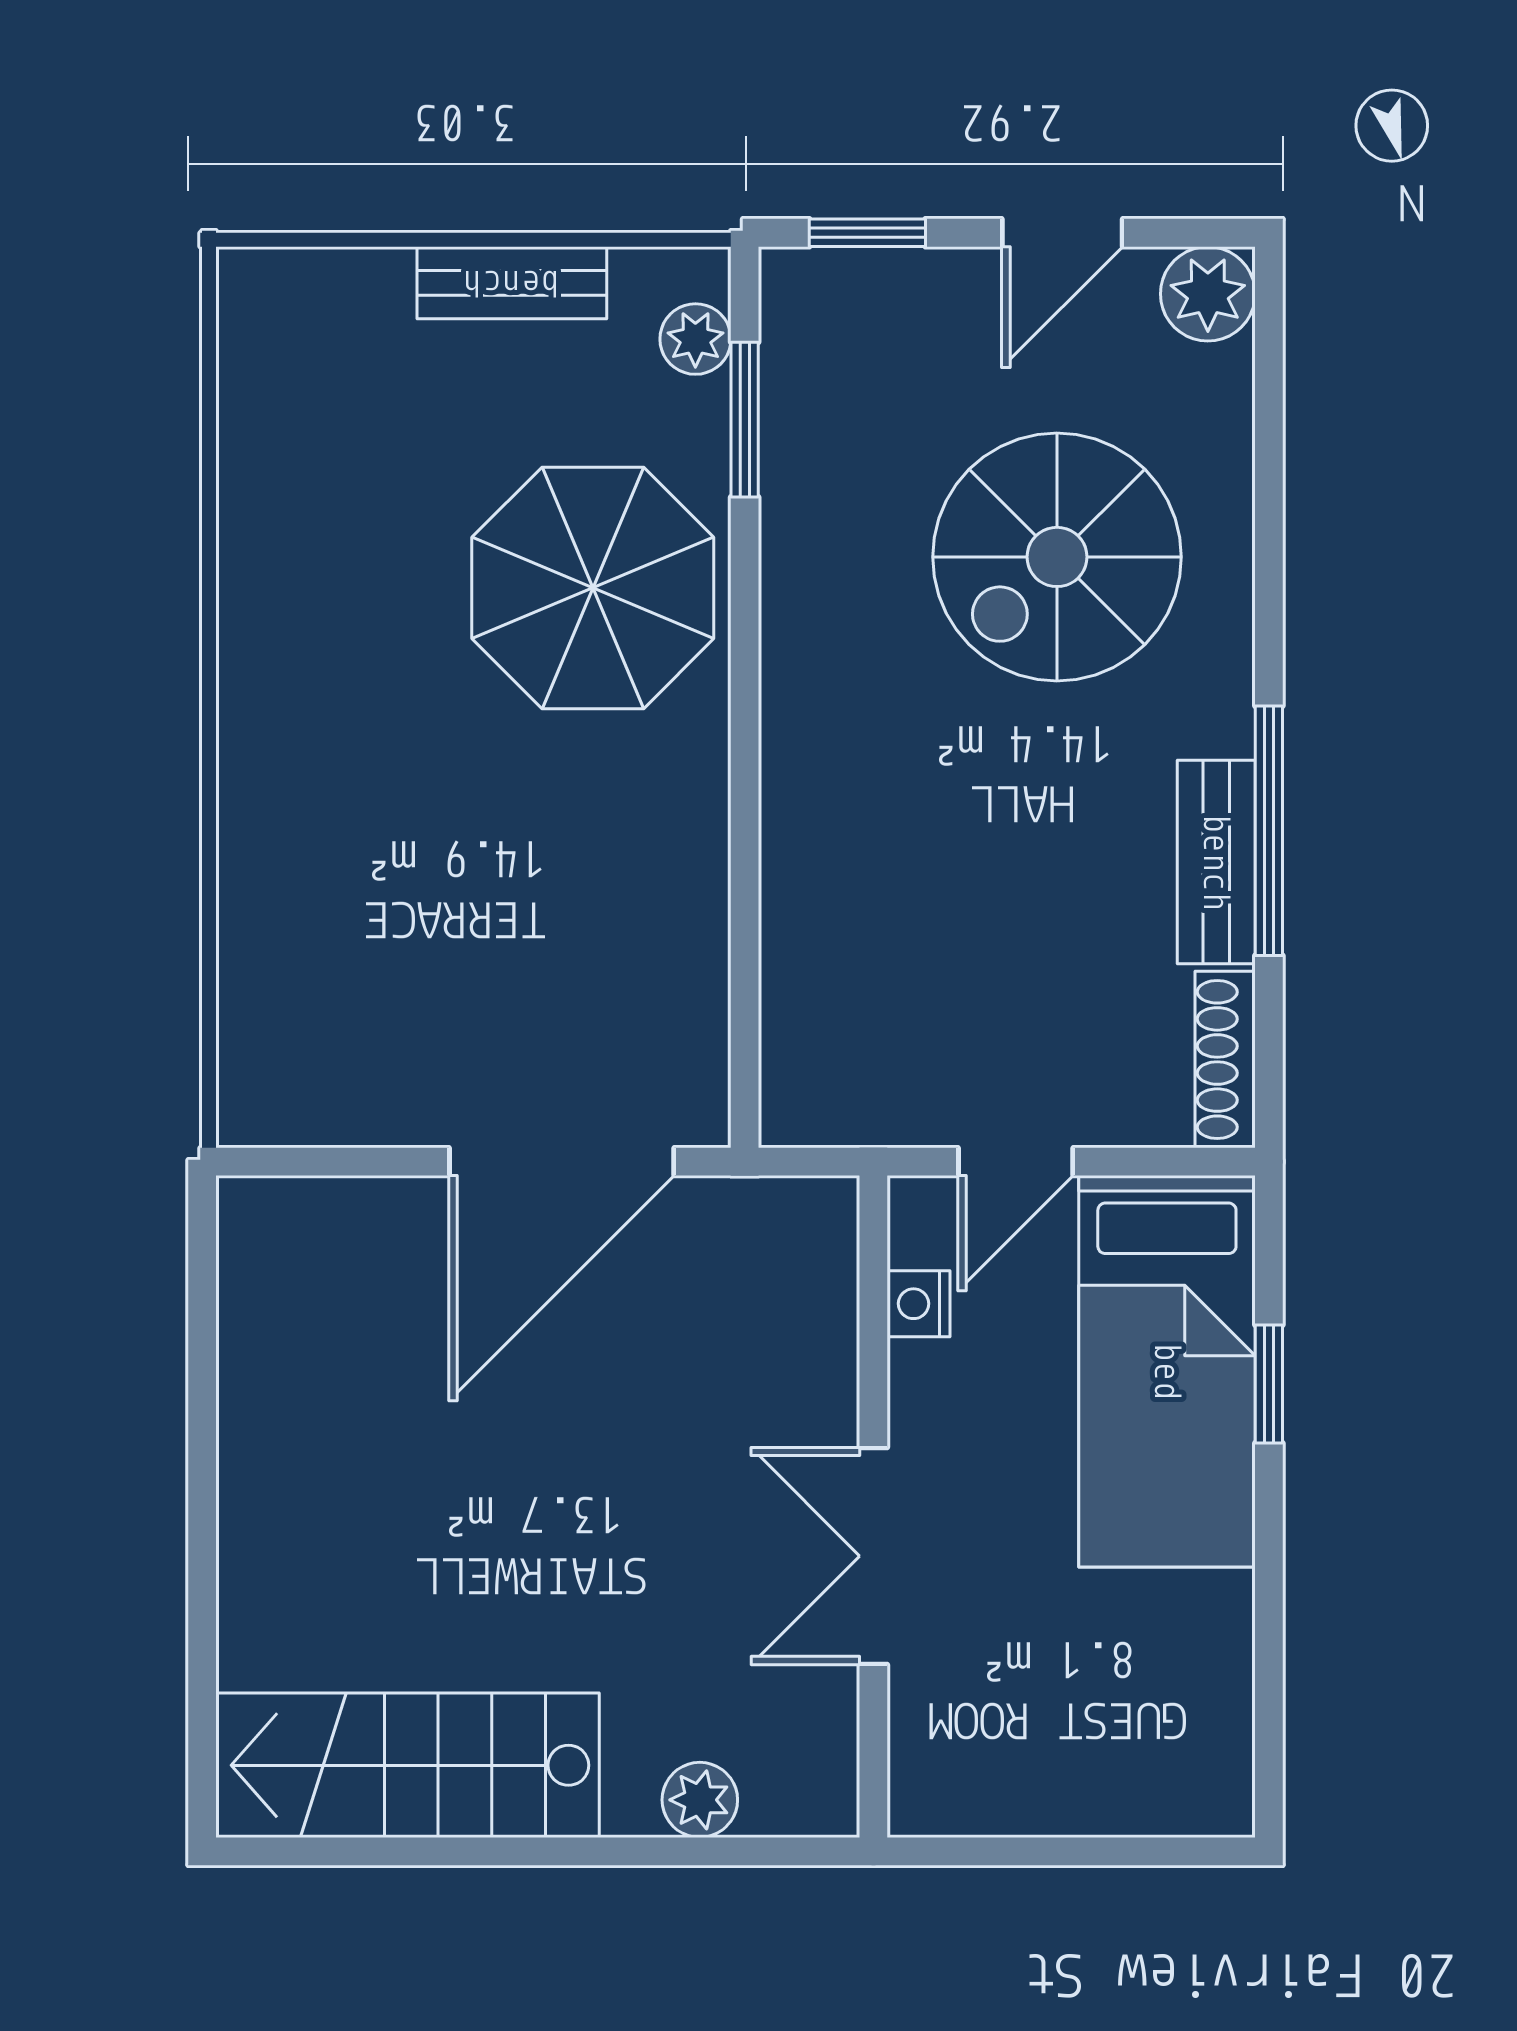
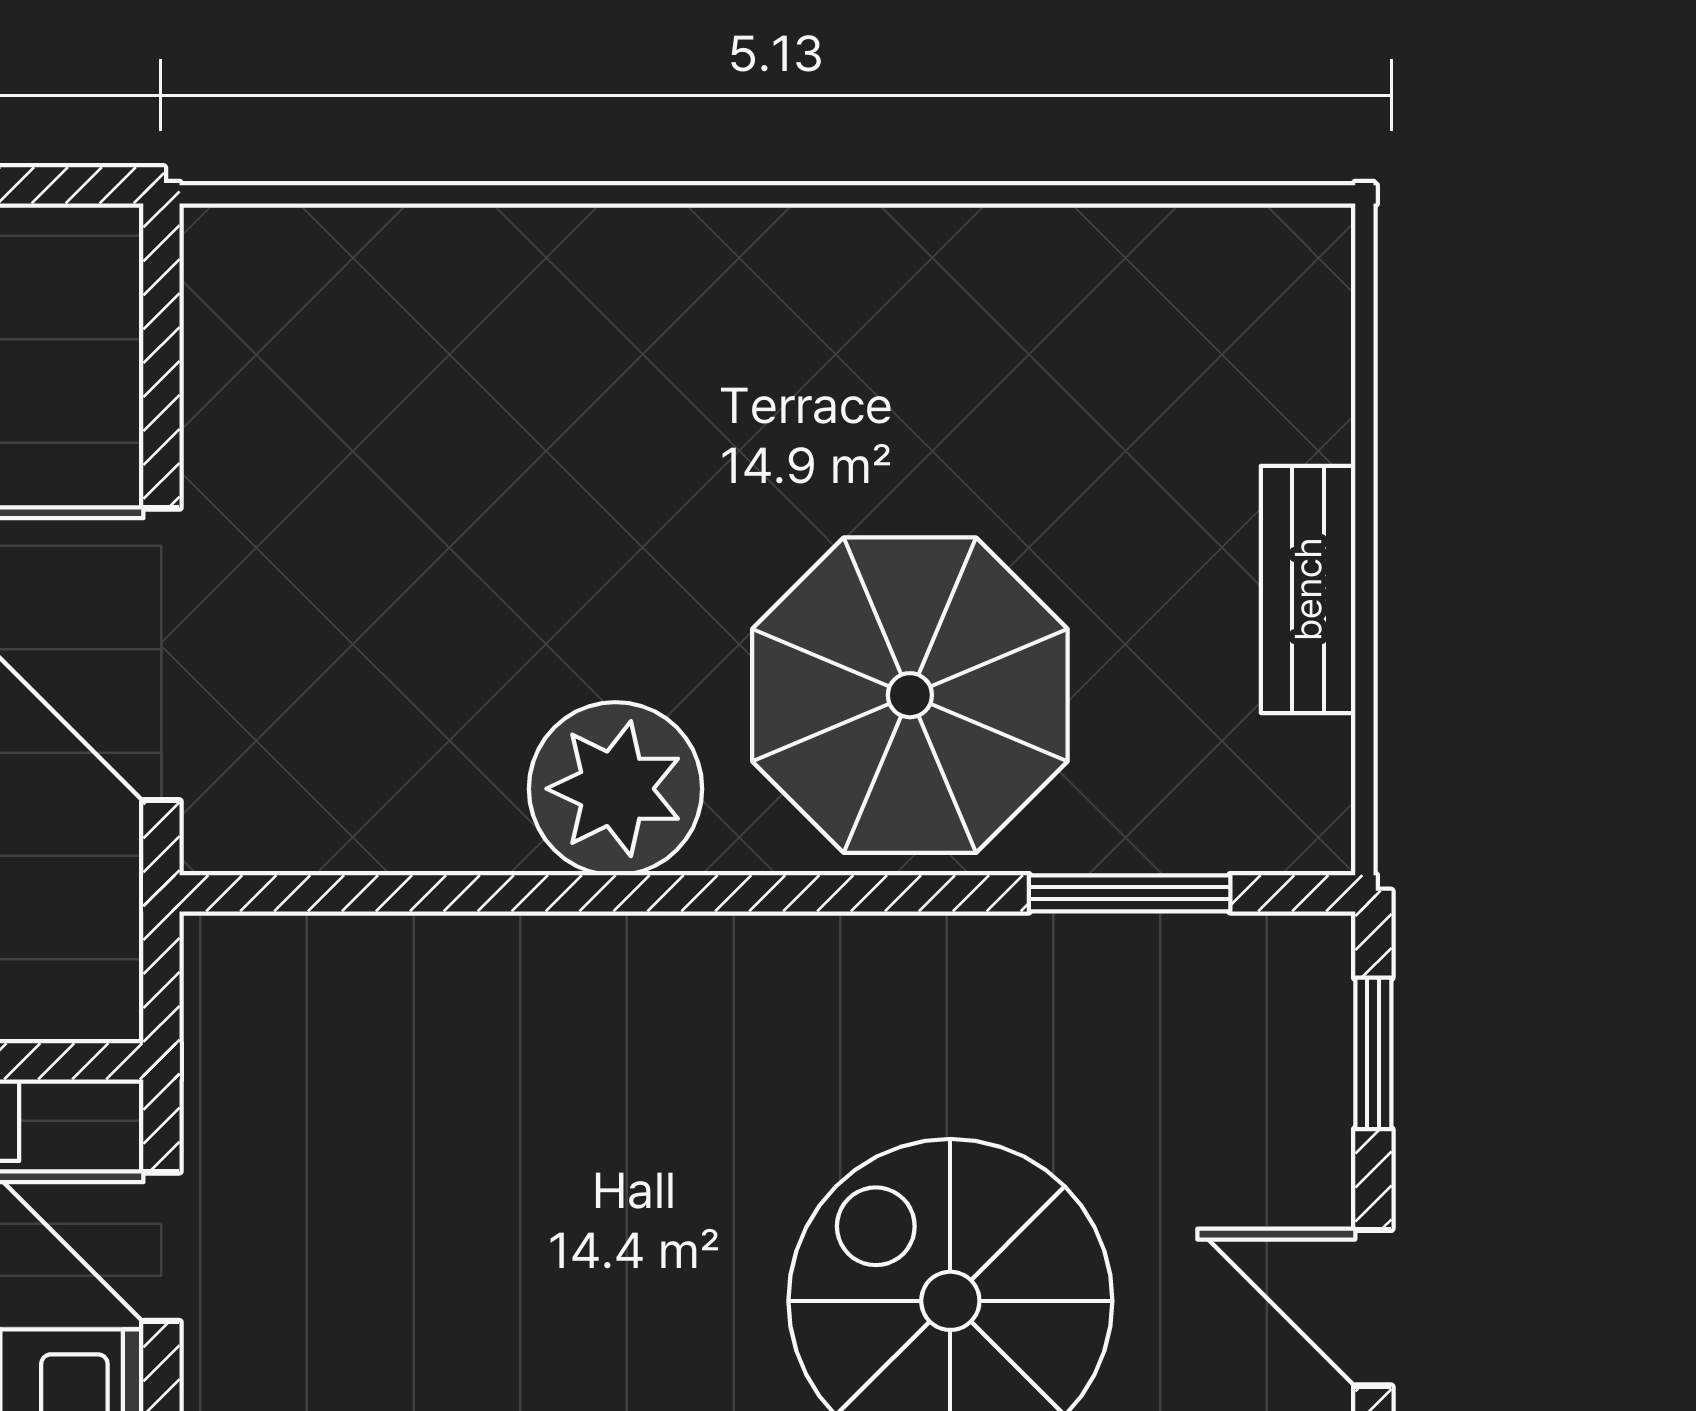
plant: (695, 339) -> (616, 789), moved, width x1.87, depth x1.87

